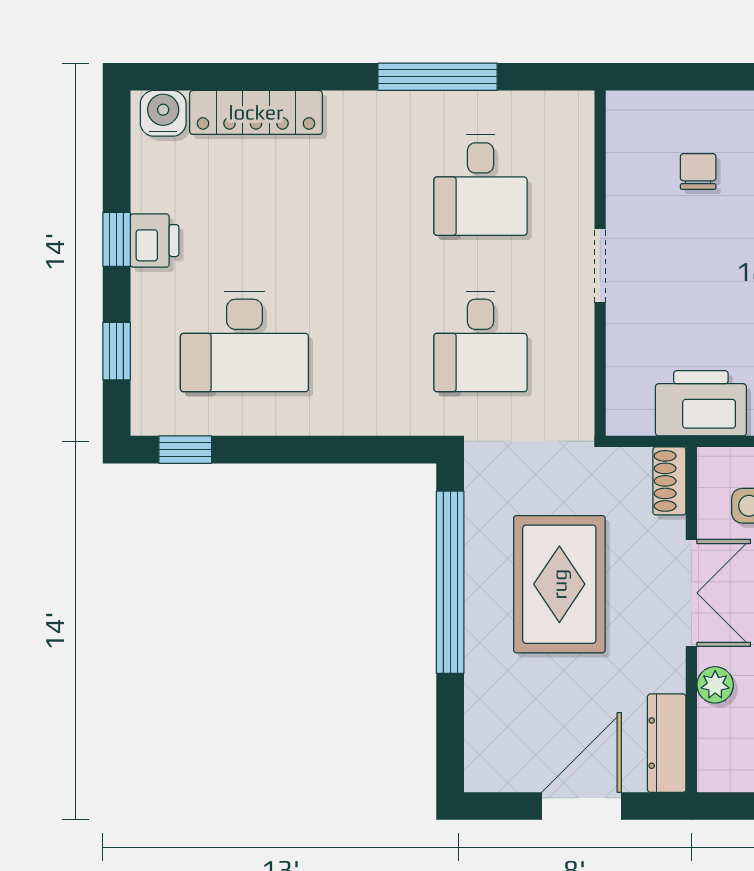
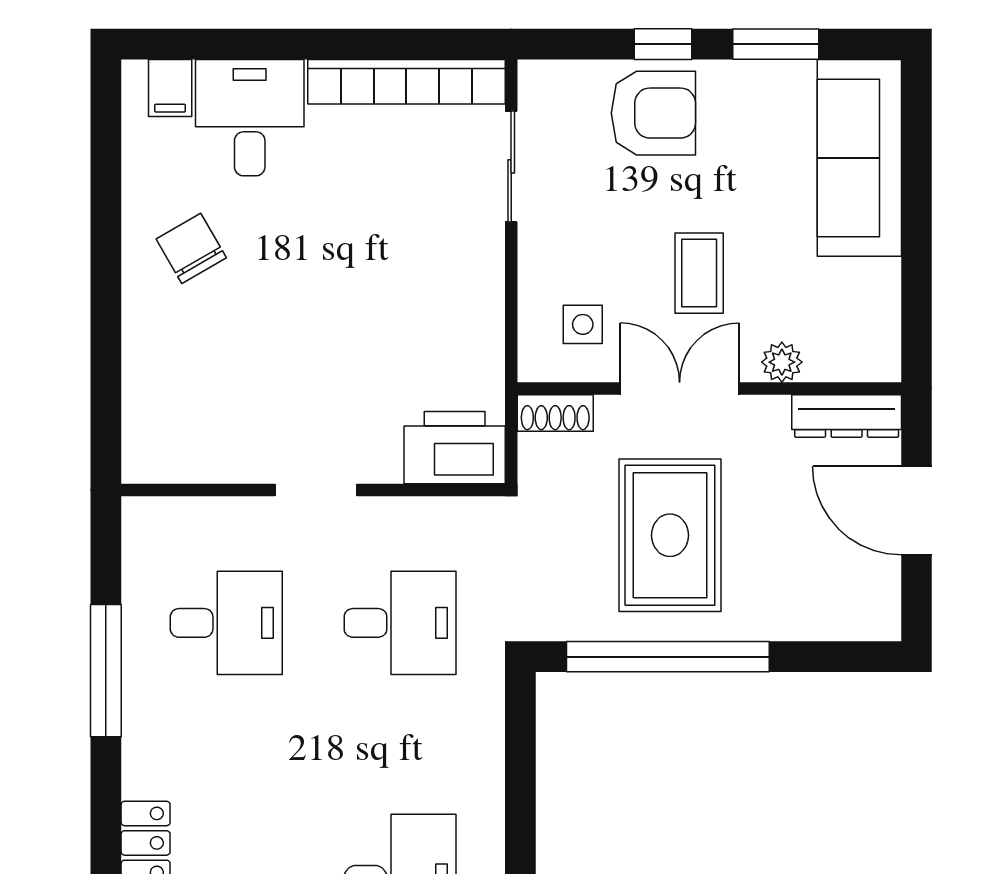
chair: (698, 172) -> (211, 381), removed
printer: (701, 403) -> (455, 448), moved, turned 90
rug: (559, 584) -> (670, 535), turned 90

